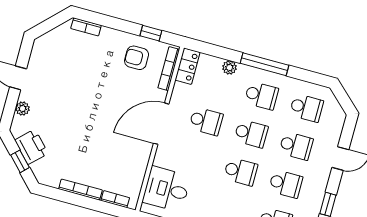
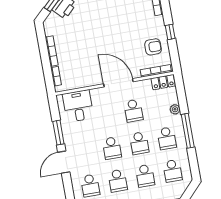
window: (151, 33) -> (170, 32), moved
armchair: (137, 58) -> (153, 47), turned 90

